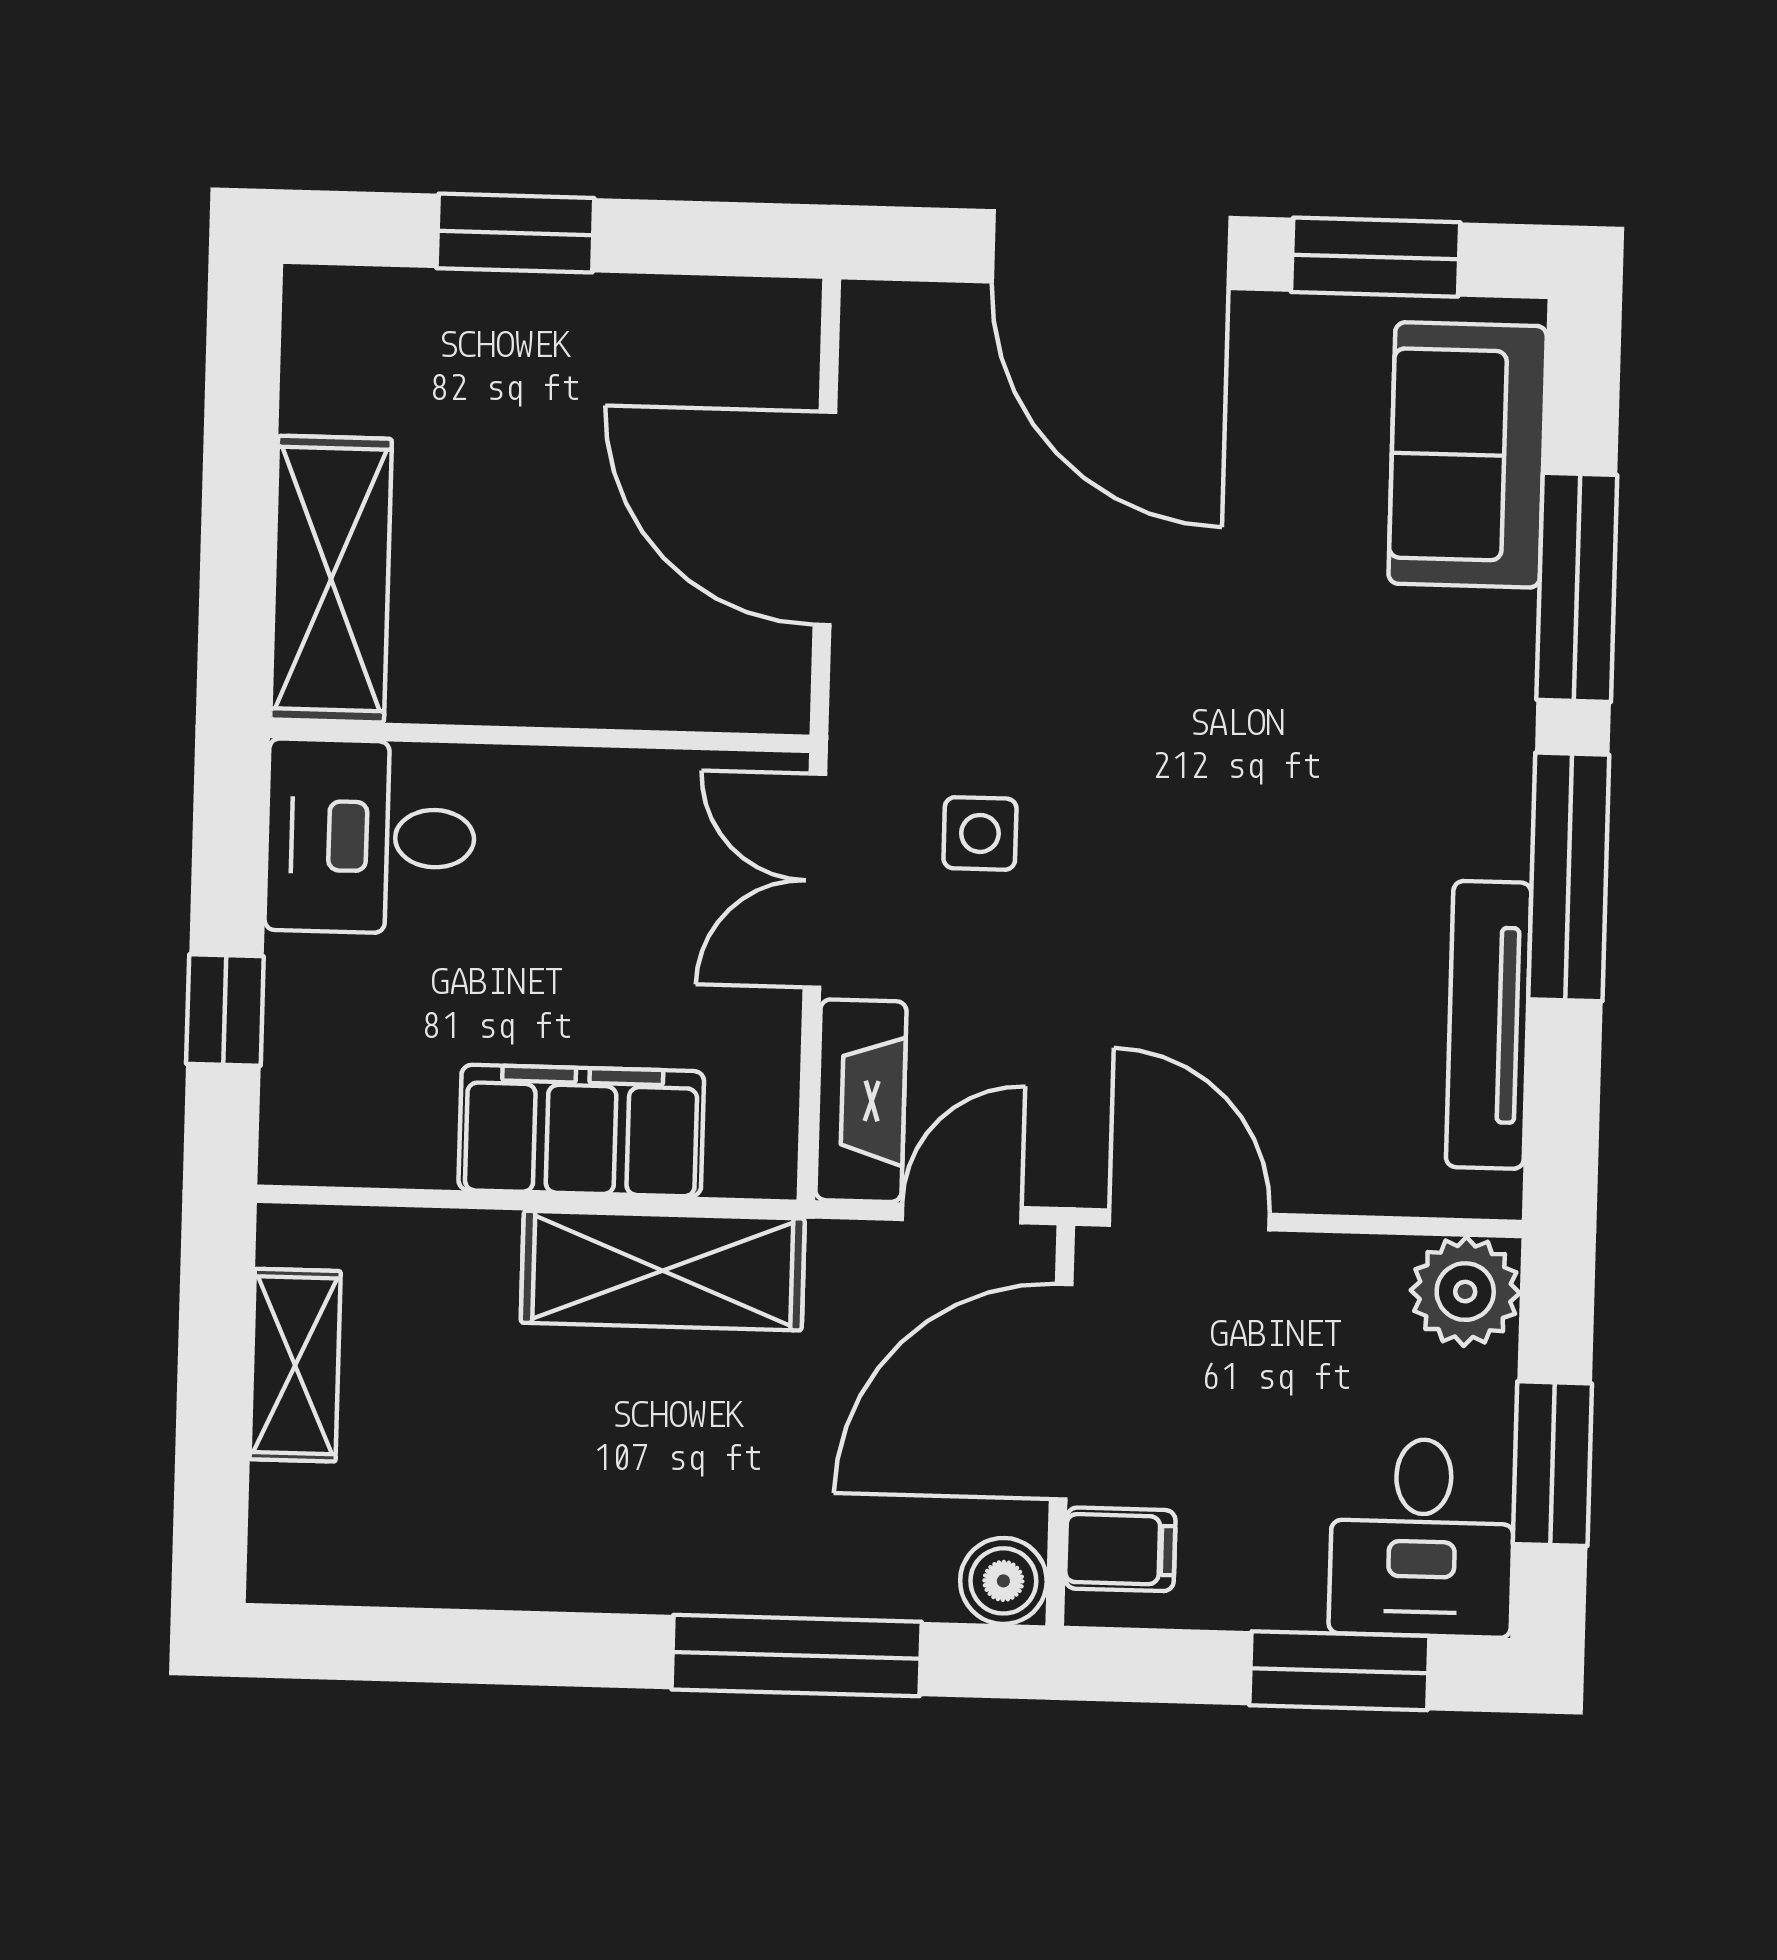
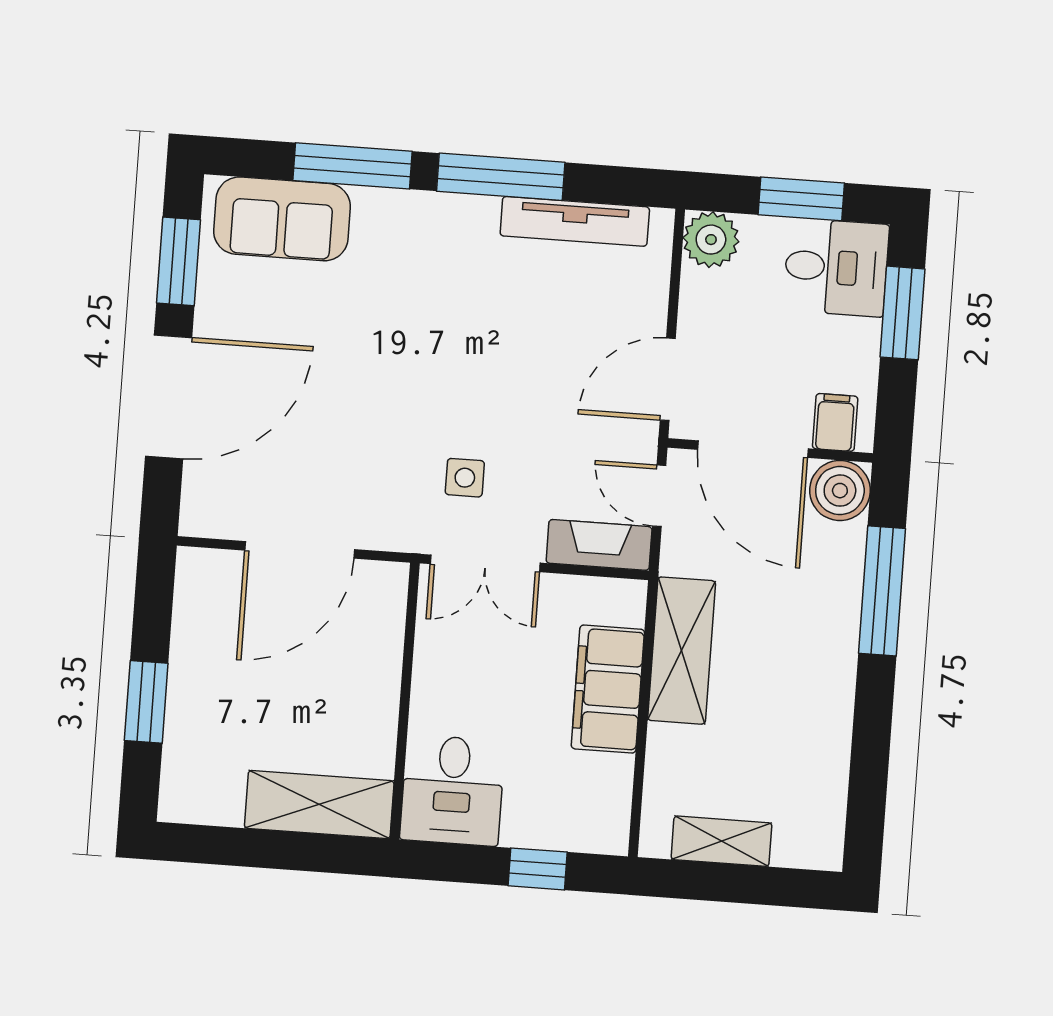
boiler: (1003, 1581) -> (840, 491), width x1.36, depth x1.36

